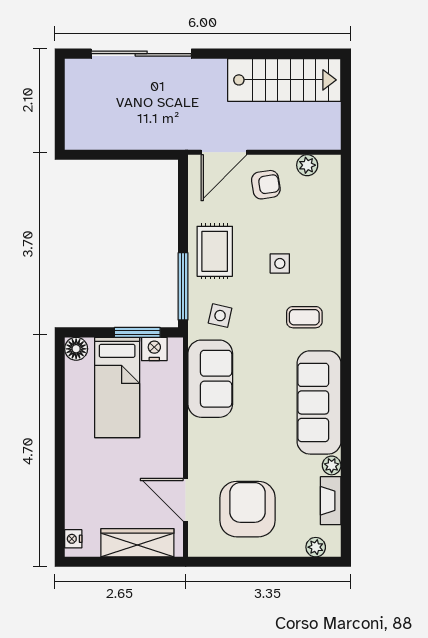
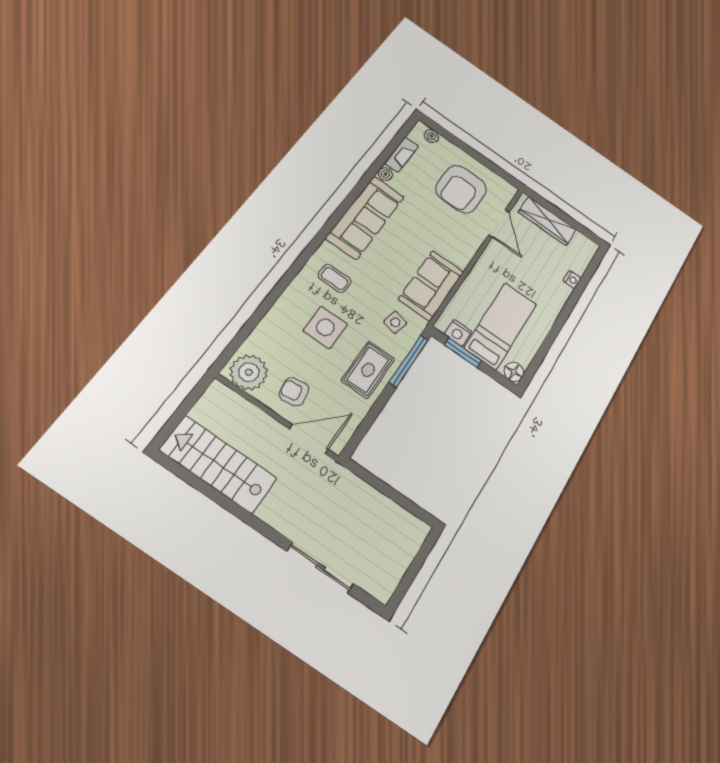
sliding door: (141, 54) -> (320, 568), width x0.73
plant: (307, 165) -> (249, 372), width x1.88, depth x1.88
side table: (280, 263) -> (325, 327), width x1.87, depth x1.87
nightstand: (73, 539) -> (572, 280), moved

